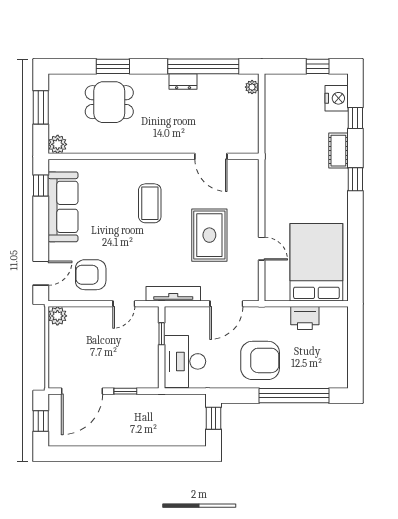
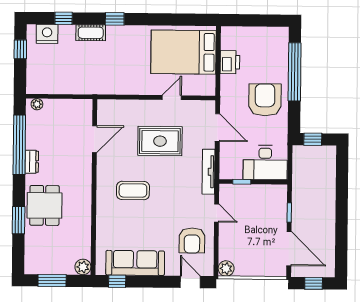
dining table: (109, 102) -> (44, 205), moved

